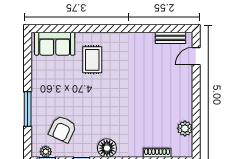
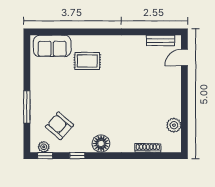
rug: (92, 60) -> (87, 61), turned 90
armchair: (63, 129) -> (59, 126), turned 106

